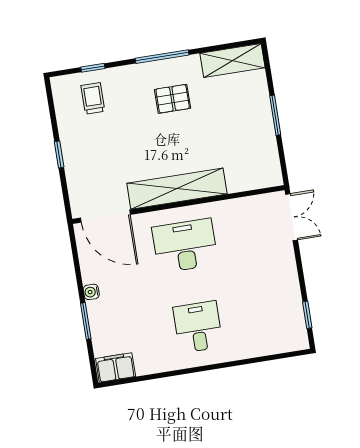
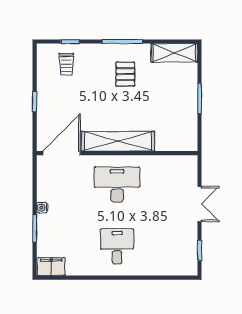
trolley: (93, 98) -> (66, 64), turned 180
pallet: (173, 99) -> (125, 74), turned 90
door: (105, 216) -> (62, 153), swing flipped
double door: (292, 217) -> (200, 204), moved

